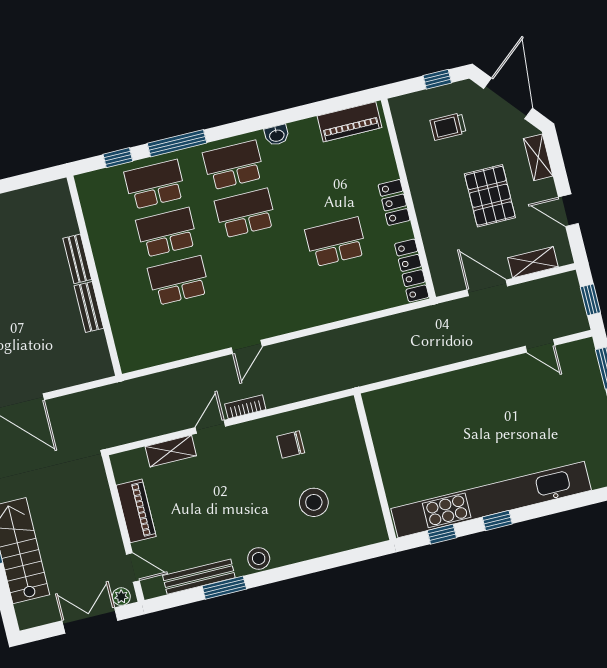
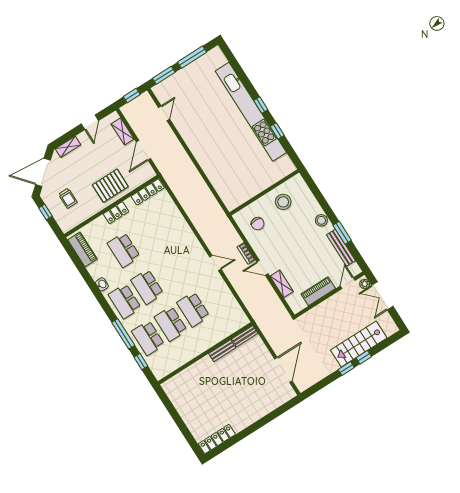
pallet: (490, 196) -> (110, 186), moved
school desk: (336, 242) -> (124, 250), moved
bench: (77, 259) -> (245, 336), moved
wall: (375, 467) -> (264, 192), moved

